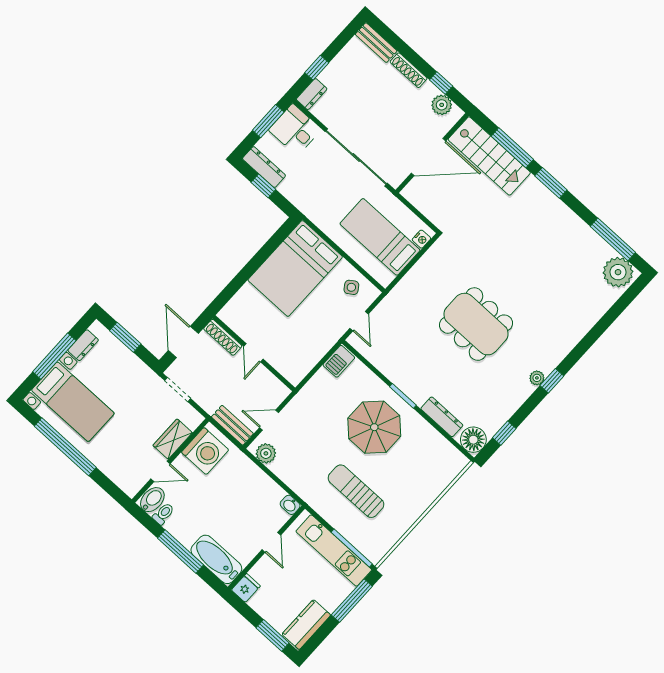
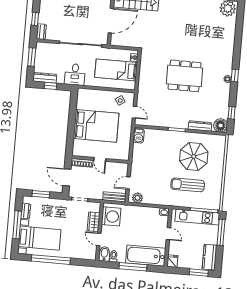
desk: (295, 130) -> (75, 74), moved, turned -90
bed: (295, 268) -> (96, 126), moved, turned -90
parasol: (374, 427) -> (194, 156), moved
door: (161, 471) -> (99, 239), swing flipped
bathtub: (216, 559) -> (146, 256), width x1.36, depth x1.36

